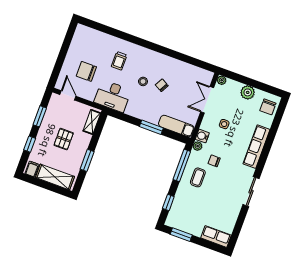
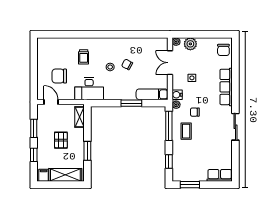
plant: (248, 92) -> (190, 44), moved

